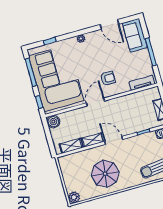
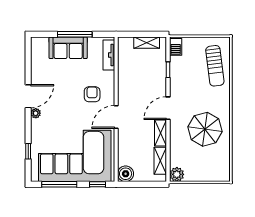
door: (109, 24) -> (28, 96), moved
sofa: (135, 35) -> (68, 48), moved
door: (95, 102) -> (116, 117), hinge flipped
plant: (74, 197) -> (177, 174), moved

